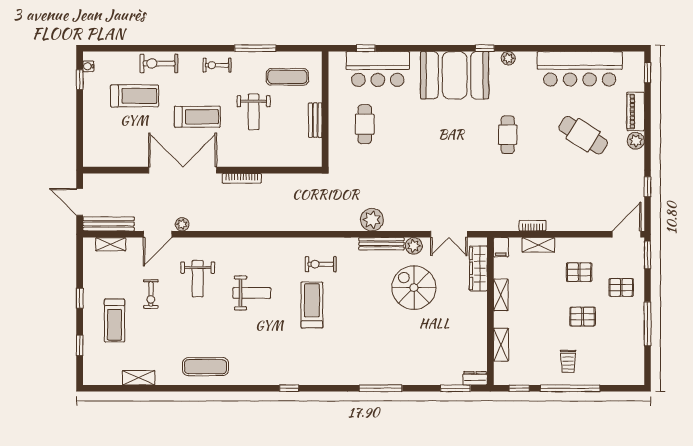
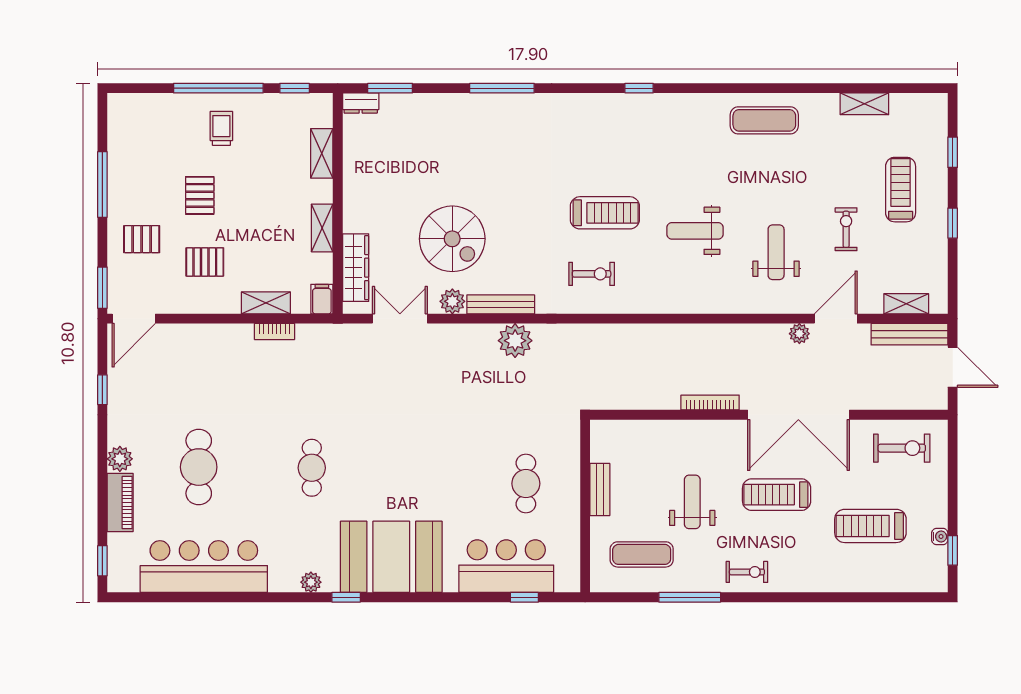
exercise bike: (159, 63) -> (902, 448), moved
water cooler: (88, 66) -> (940, 537), moved
cafe table: (583, 135) -> (199, 467), turned 58
treadmill: (312, 305) -> (605, 213), turned -90
pallet: (582, 317) -> (200, 195), turned 90

